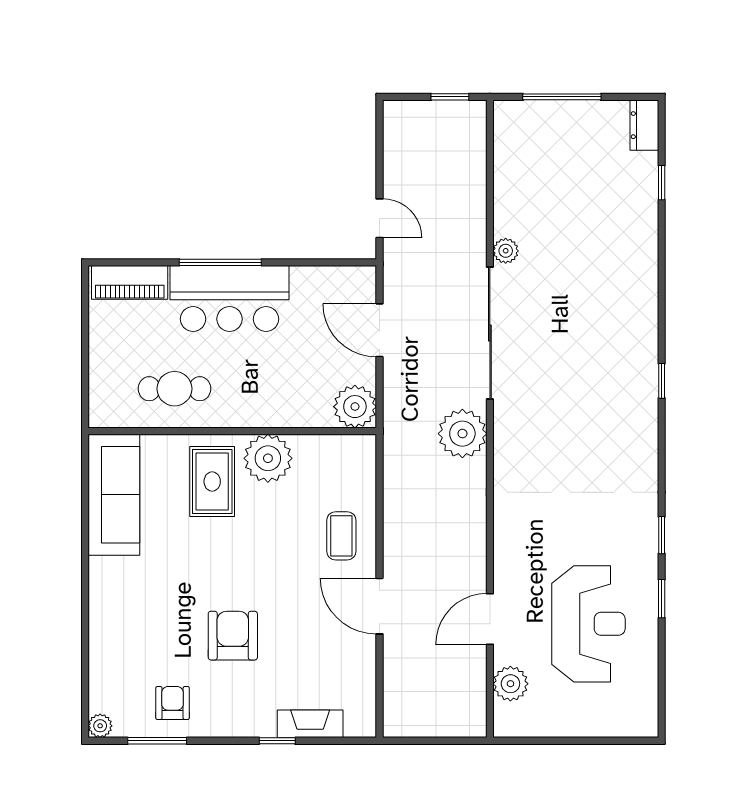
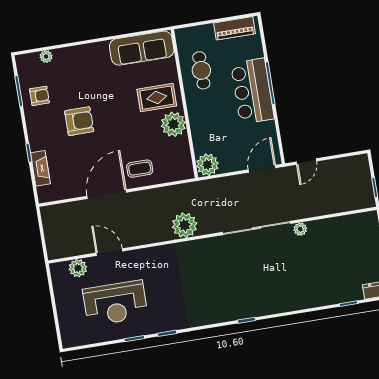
piano: (130, 282) -> (234, 28), moved, turned -90
door: (379, 330) -> (262, 169), moved
plant: (462, 434) -> (185, 225), moved
door: (379, 606) -> (107, 194), width x1.36
plant: (100, 726) -> (46, 57), moved

